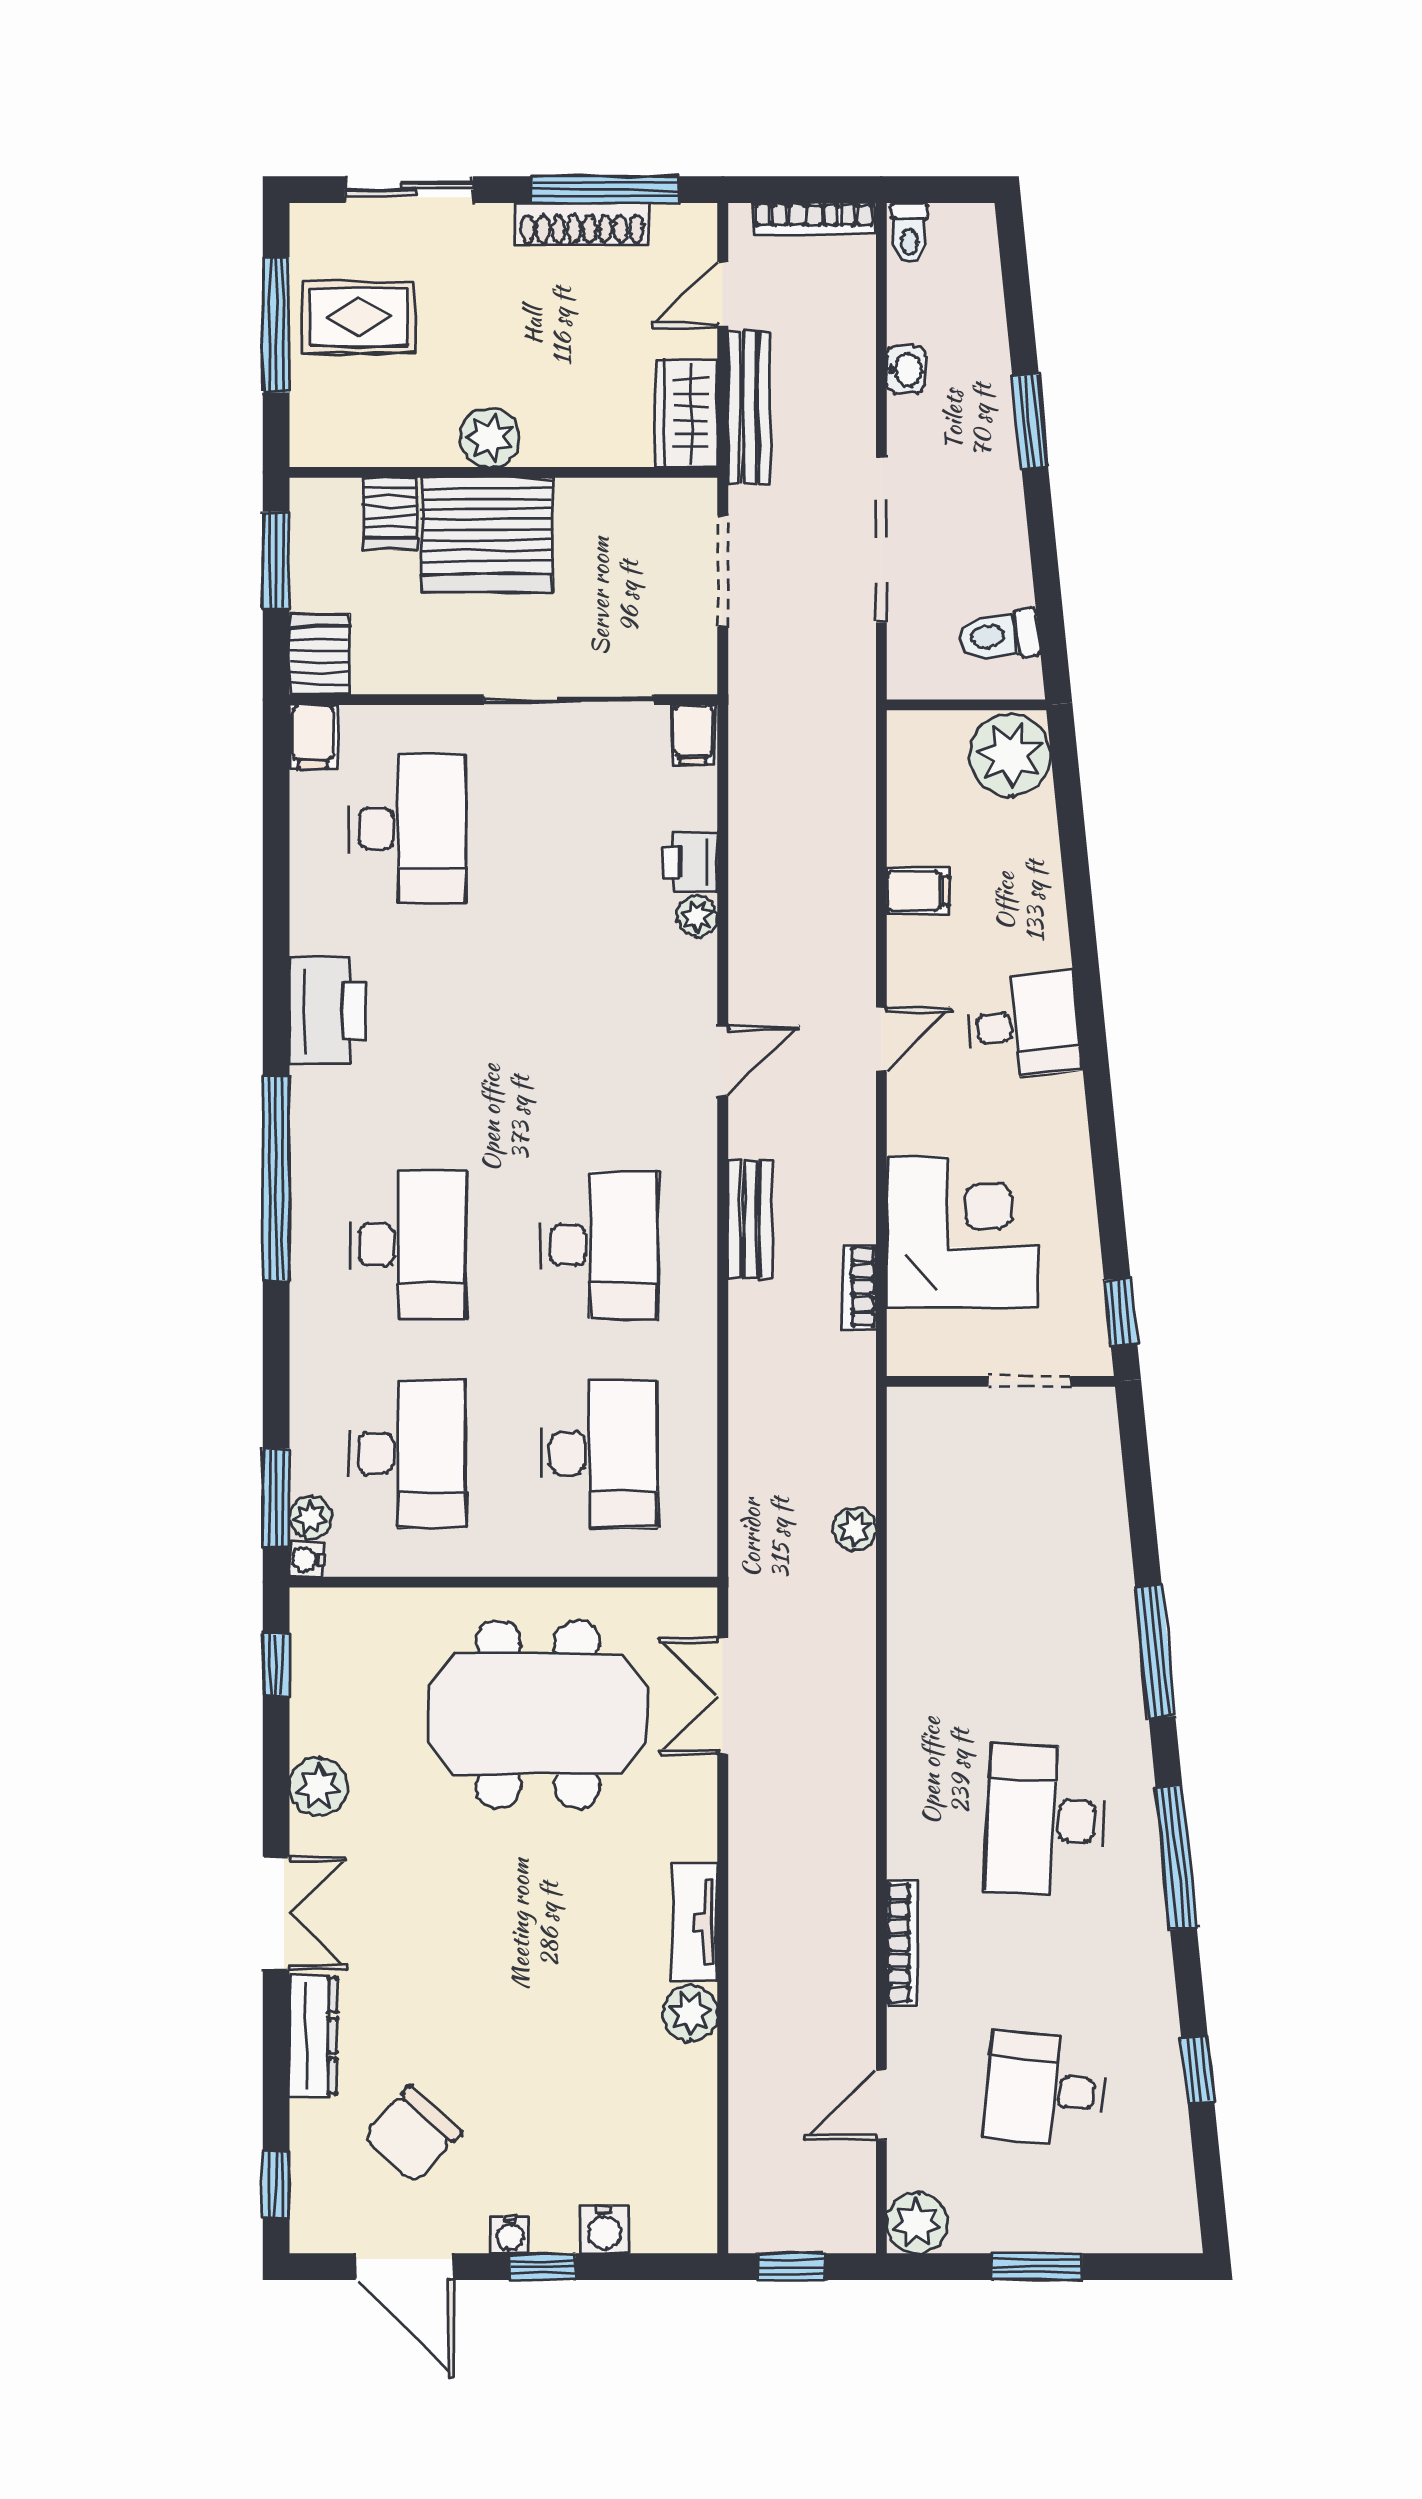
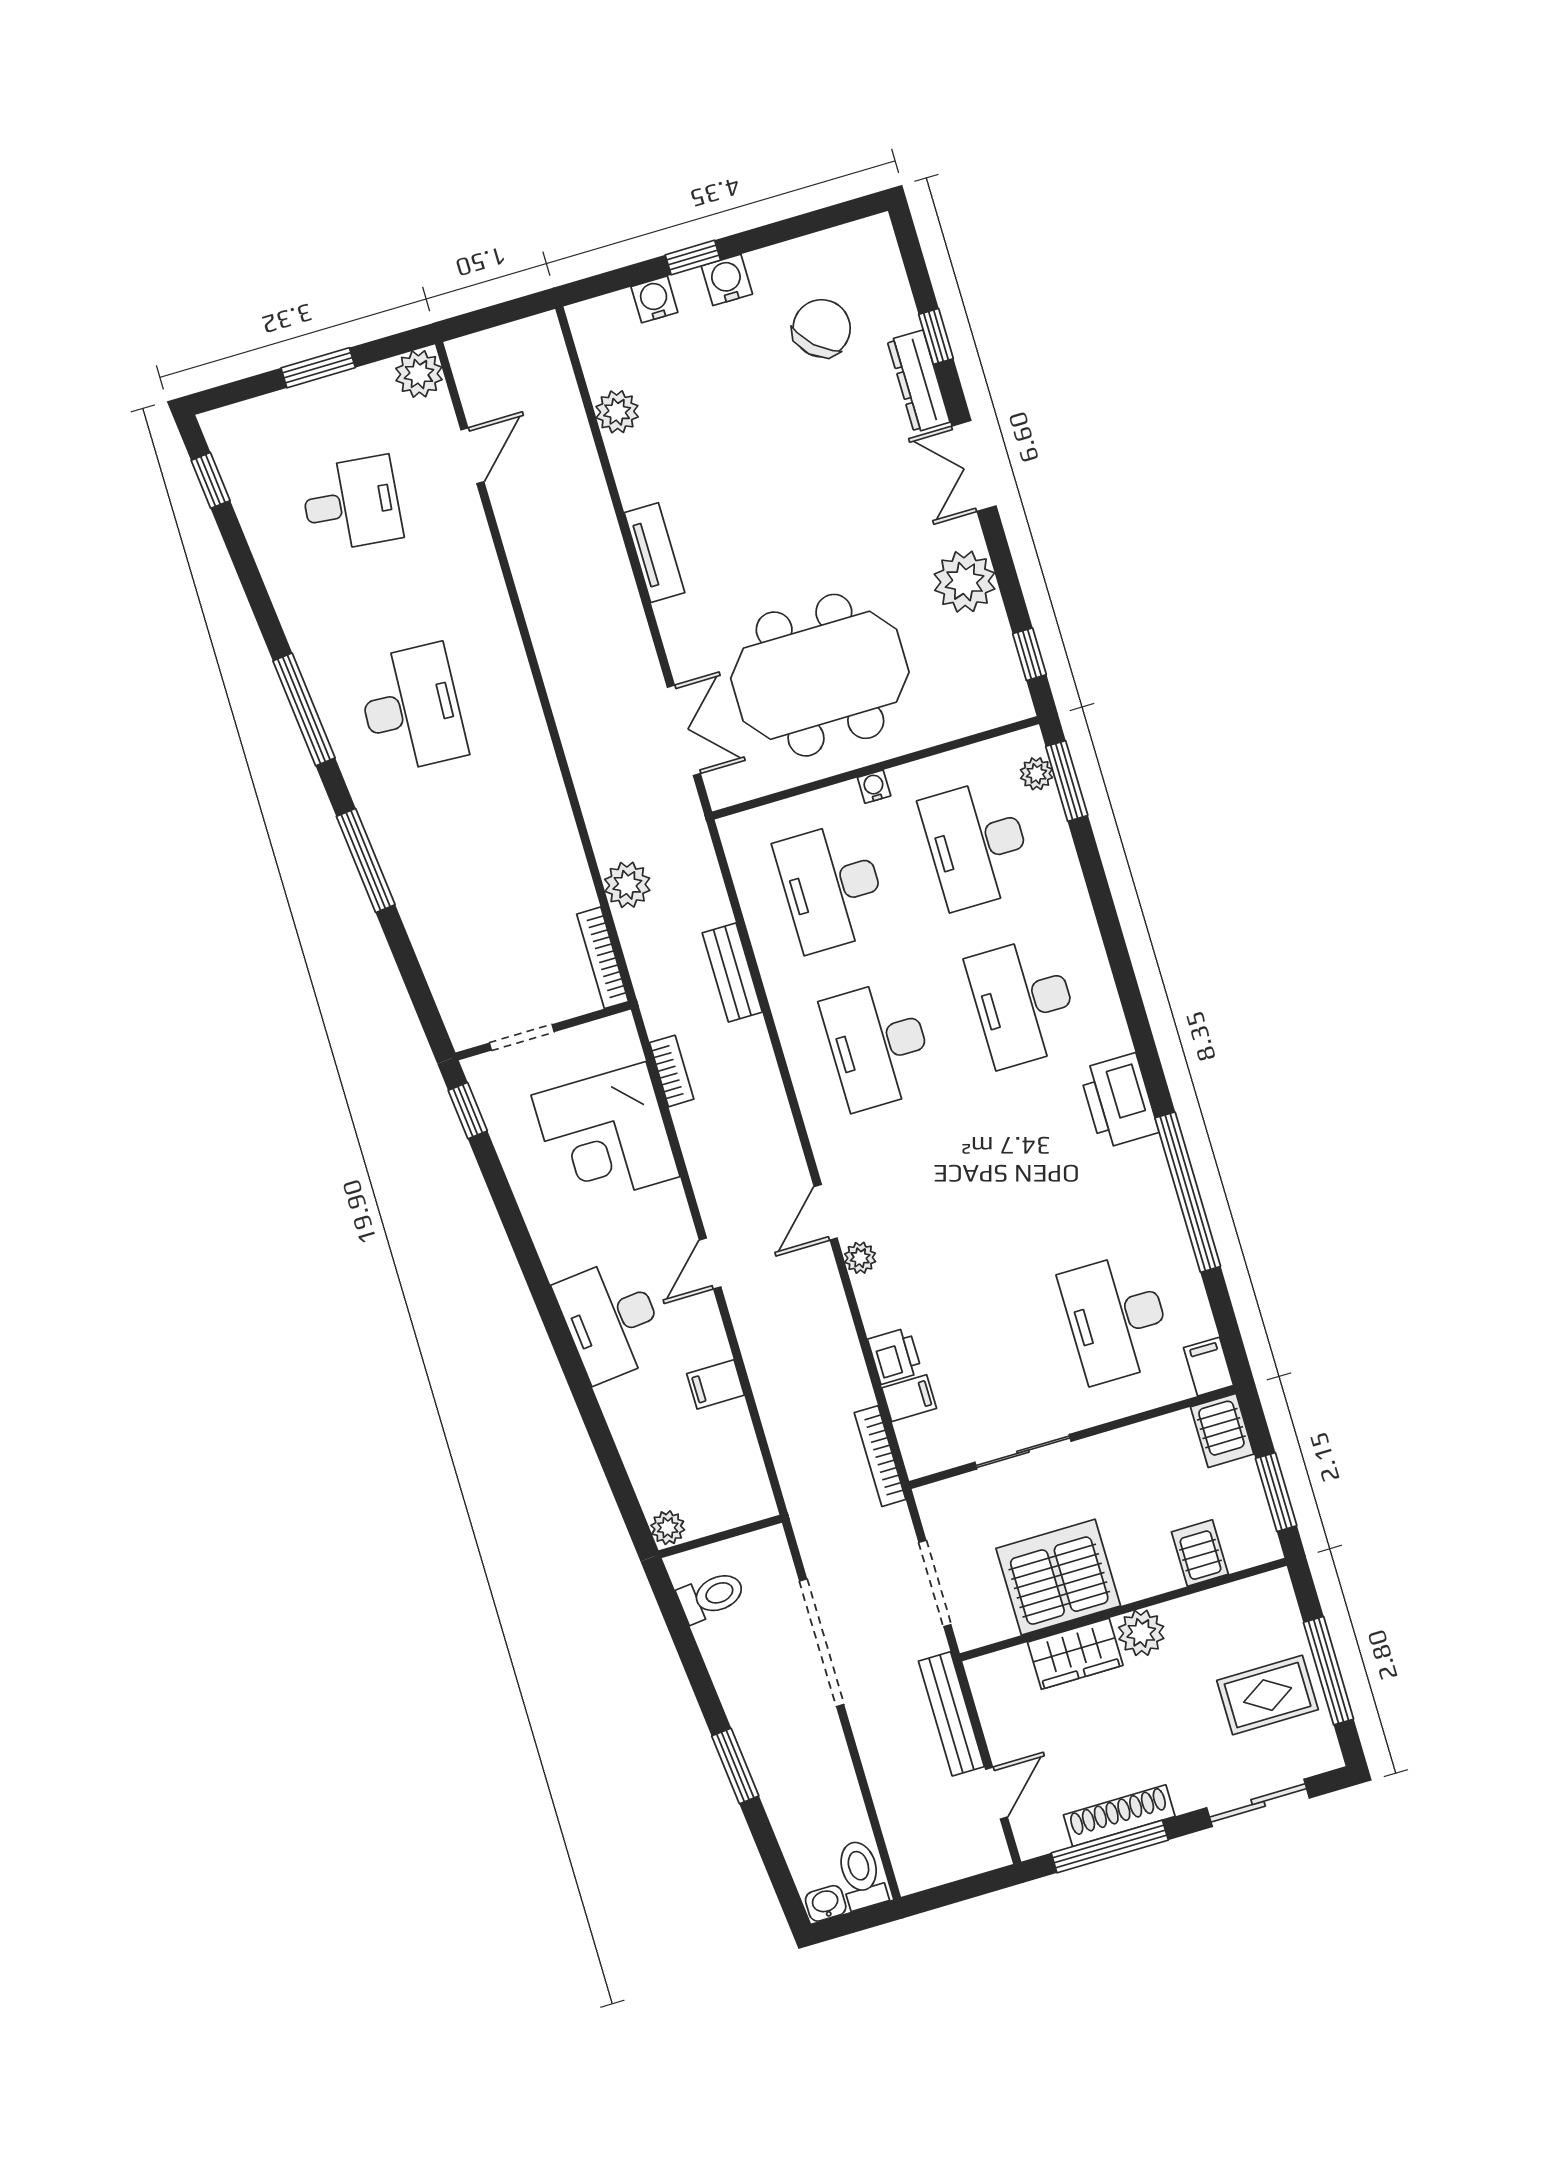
bookcase: (814, 219) -> (880, 1456), moved, turned -90
toilet: (909, 233) -> (861, 1874), width x1.37, depth x1.39
washbasin: (906, 370) -> (826, 1903), moved, turned 90
wardrobe: (686, 413) -> (1075, 1654), moved, turned 90
server rack: (487, 535) -> (1058, 1577), moved
sliding door: (569, 700) -> (1023, 1452), width x0.73
filing cabinet: (693, 735) -> (909, 1398), moved, turned 90
plant: (1010, 755) -> (668, 1528), width x0.53, depth x0.53
plant: (697, 916) -> (860, 1258), moved
printer: (327, 1010) -> (1119, 1101), moved
desk: (1024, 1025) -> (611, 1320), width x1.37
window: (276, 1178) -> (1188, 1192), moved
bench: (751, 1219) -> (732, 972), moved
plant: (855, 1529) -> (627, 885), width x1.38, depth x1.38
water cooler: (306, 1560) -> (874, 787), moved, turned -90
plant: (318, 1787) -> (965, 582), width x1.36, depth x1.36
bookcase: (903, 1943) -> (603, 958), moved
plant: (690, 2013) -> (617, 412), moved
window: (1198, 2070) -> (211, 480), moved
window: (276, 2184) -> (936, 336), moved
water cooler: (510, 2234) -> (727, 280), width x1.38, depth x1.38
door: (405, 2267) -> (798, 227), removed
window: (791, 2267) -> (505, 313), removed

